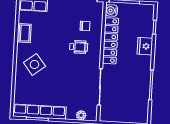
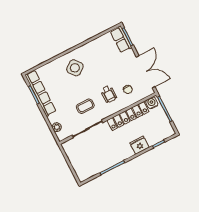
coffee table: (25, 33) -> (85, 106), moved

